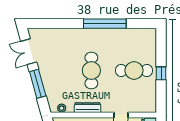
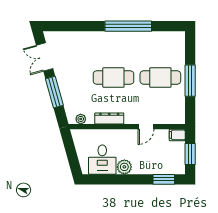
cafe table: (91, 70) -> (113, 78), turned 90
window: (161, 73) -> (190, 81), width x2.17

